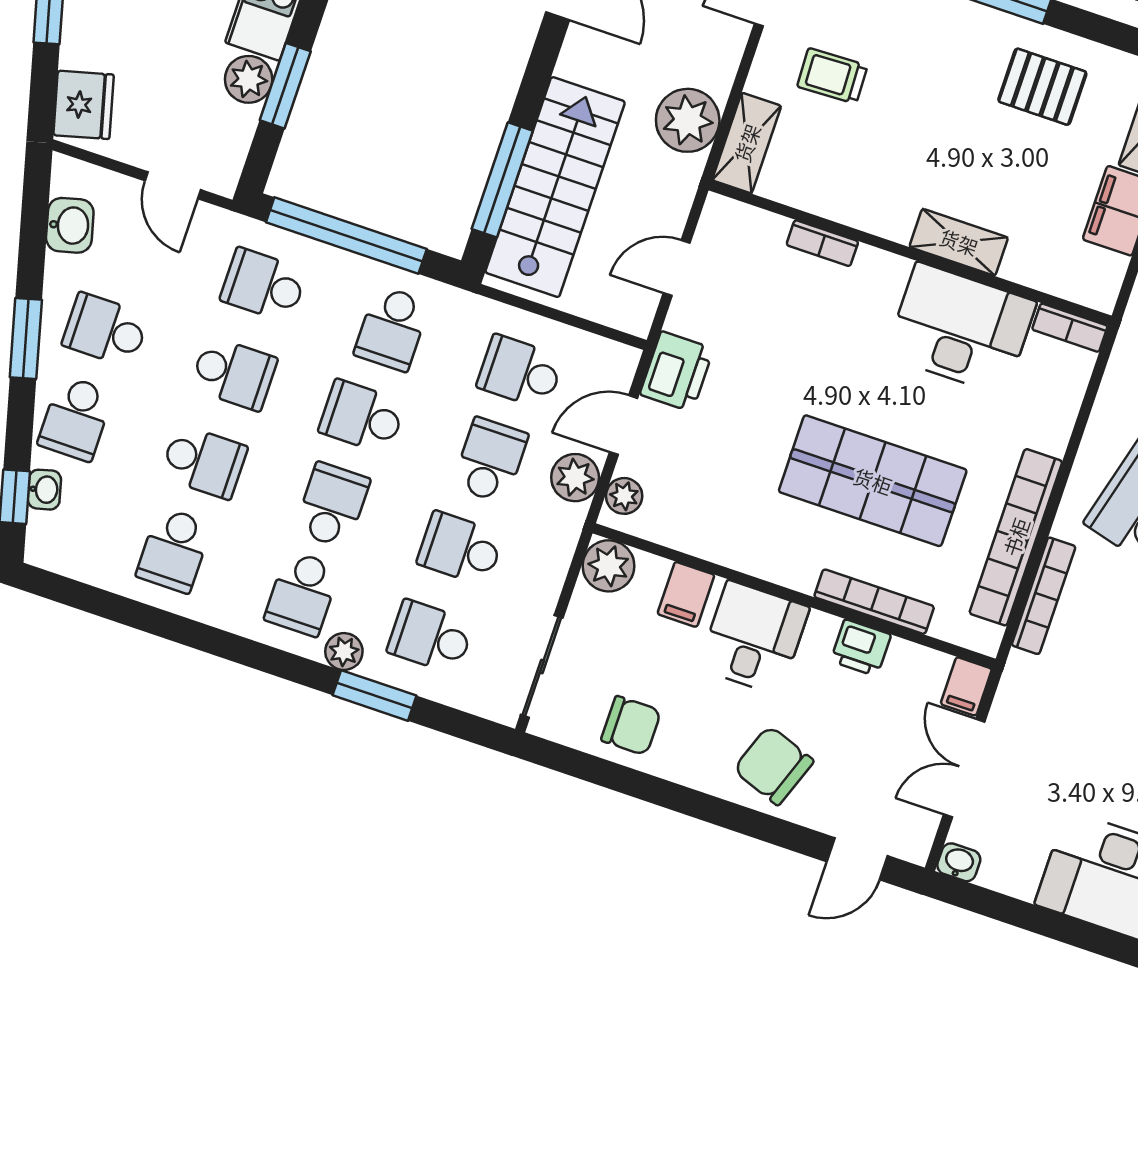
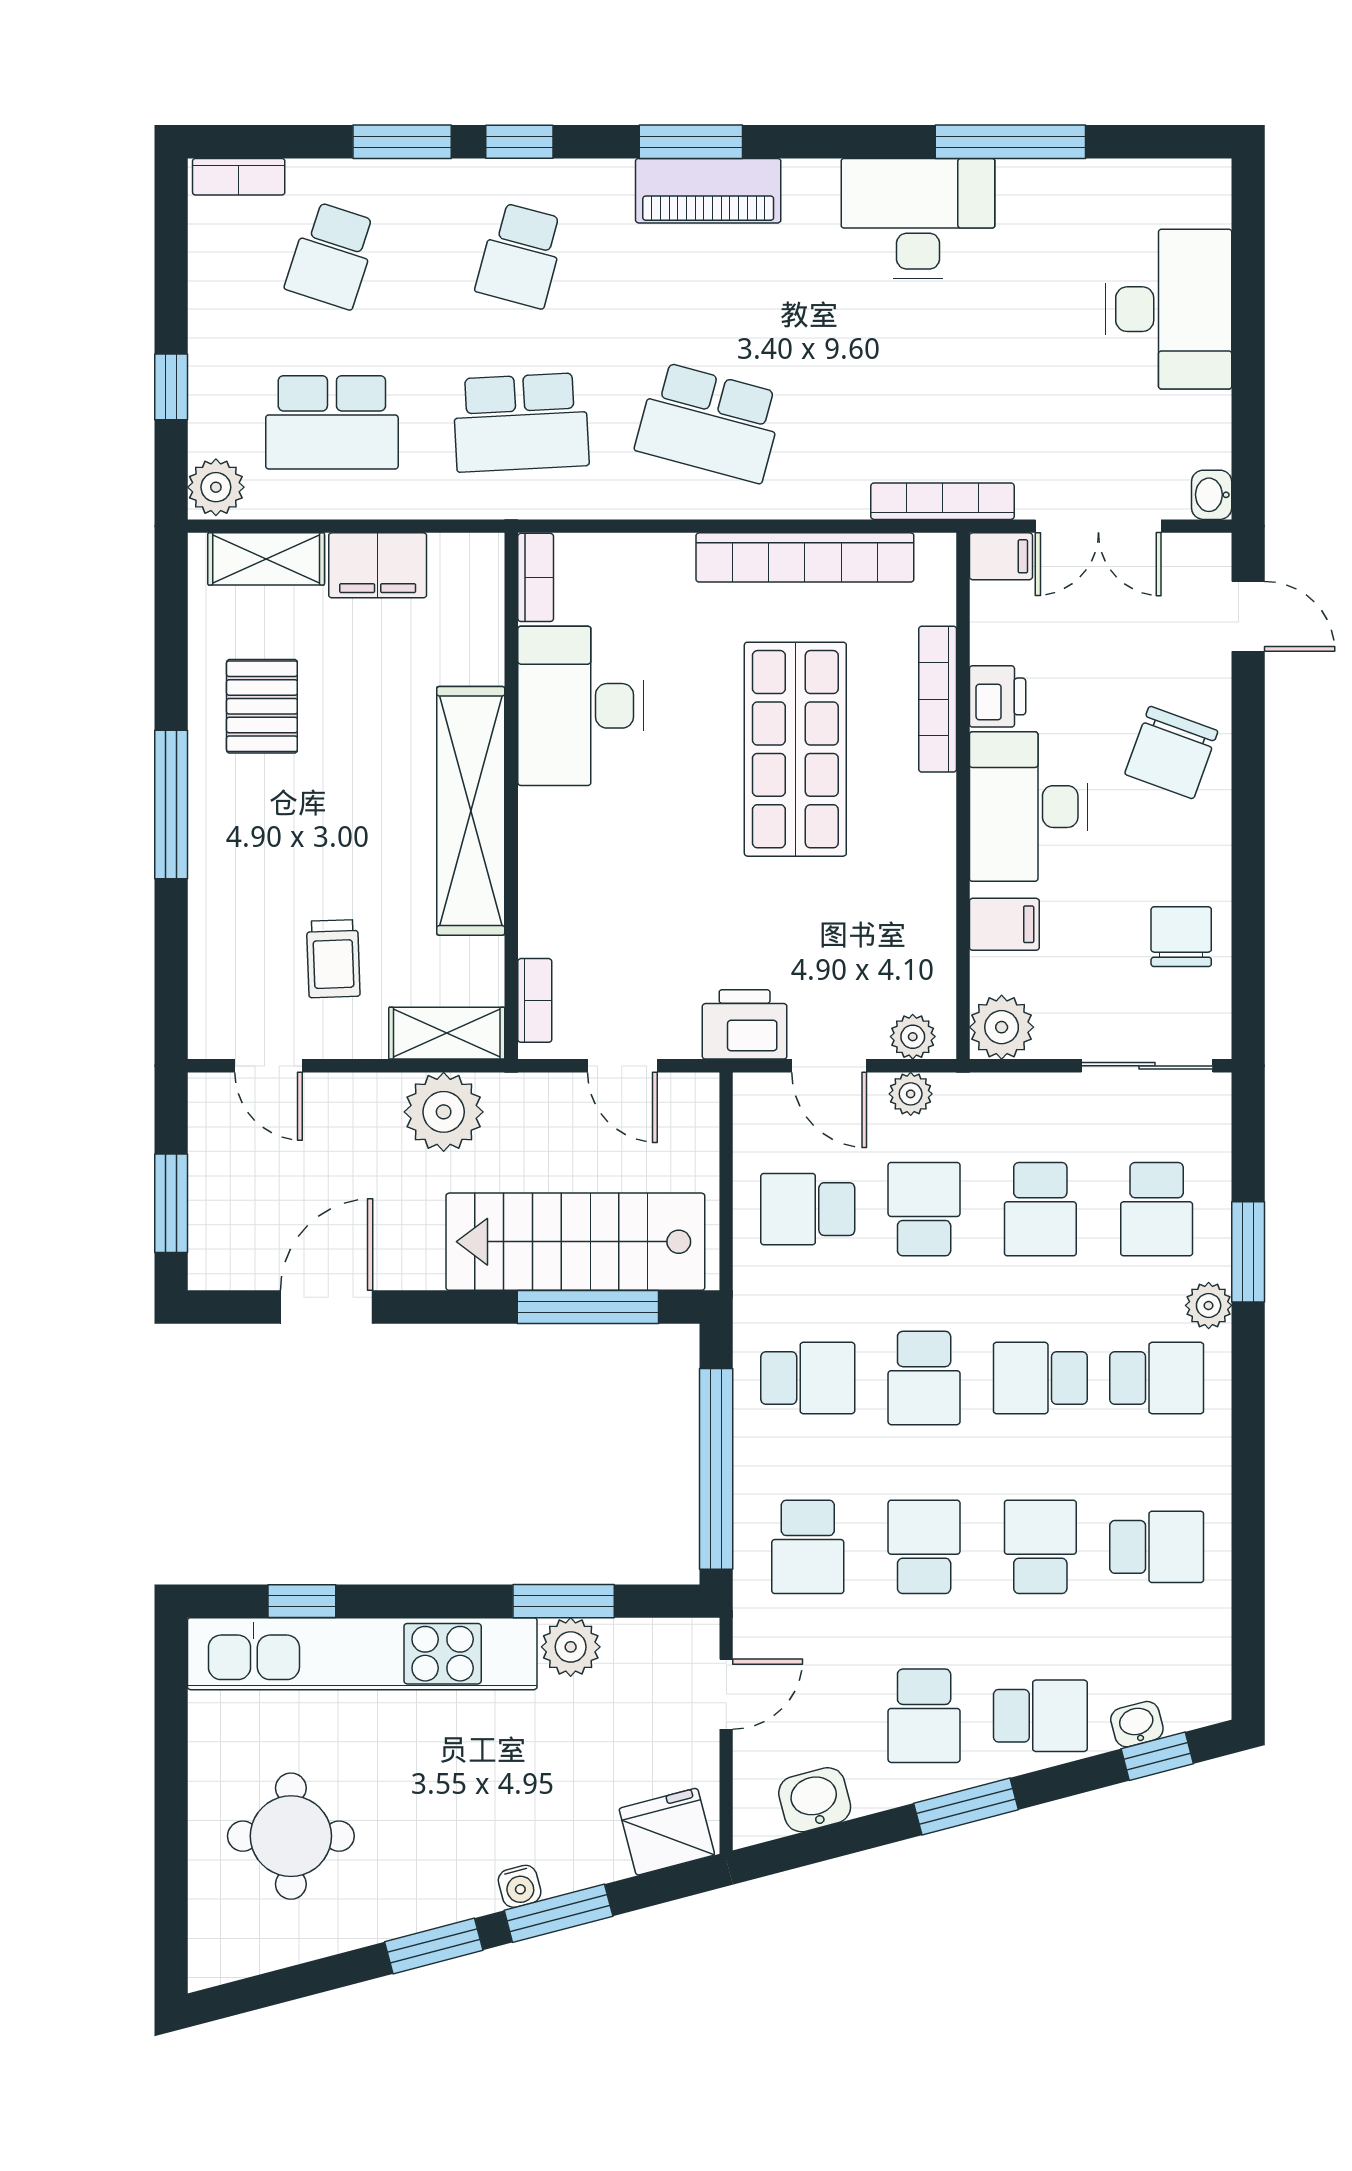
shelving: (959, 242) -> (471, 811), width x2.20, depth x1.33
bookcase: (822, 243) -> (535, 1000), moved
school desk: (520, 372) -> (808, 1209), turned 90
school desk: (490, 460) -> (924, 1209), turned 90
plant: (575, 478) -> (911, 1094), width x0.73, depth x0.73
bookcase: (1044, 596) -> (942, 501), moved
desk: (754, 638) -> (1028, 807), width x1.37

